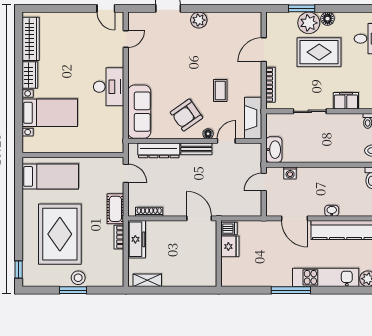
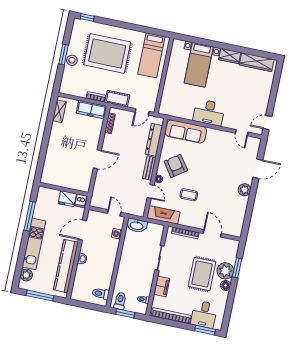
dishwasher: (229, 229) -> (81, 201), moved
fridge: (230, 246) -> (67, 199), moved
wall: (219, 254) -> (64, 189), moved

